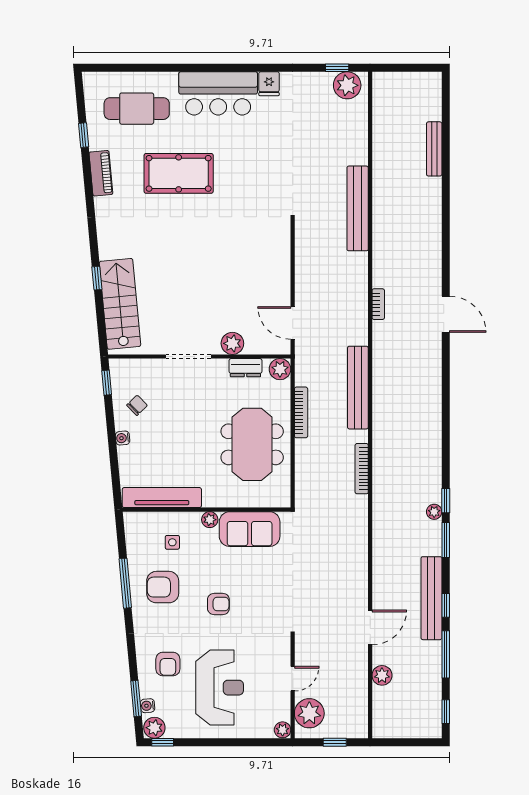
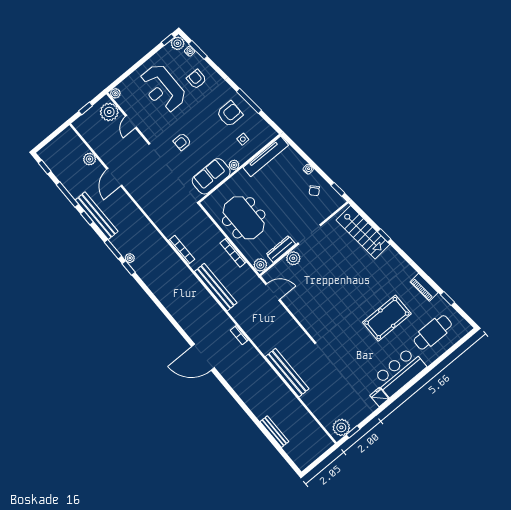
door: (446, 314) -> (203, 357), width x1.36
dresser: (245, 368) -> (281, 249), width x1.44
armchair: (218, 604) -> (182, 142), moved

